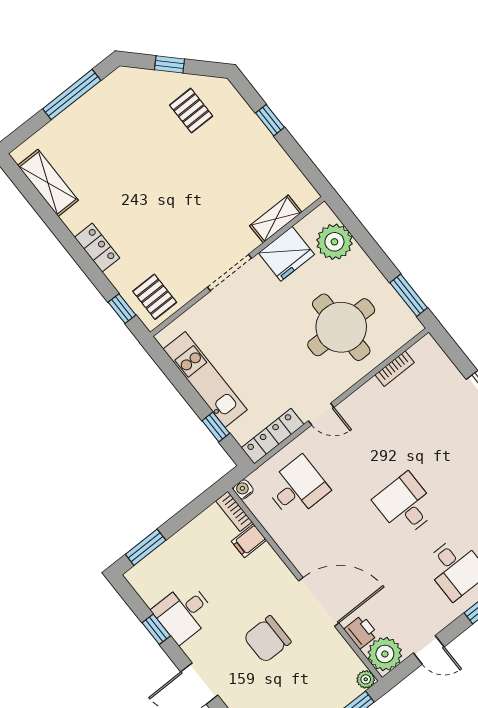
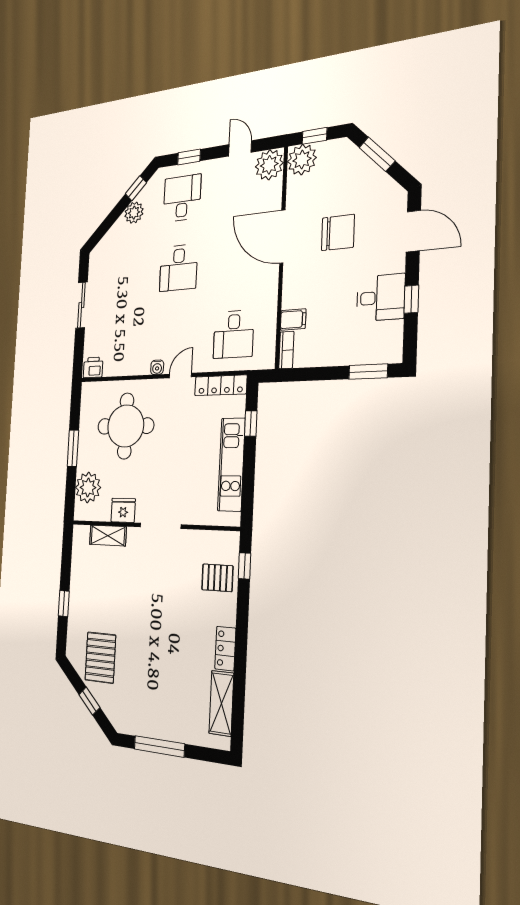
pallet: (191, 111) -> (100, 658), width x1.50, depth x1.42
locker: (97, 248) -> (225, 649), moved
fridge: (286, 254) -> (123, 510), width x0.73, depth x0.75
window: (409, 295) -> (73, 448), moved
pallet: (155, 297) -> (217, 578), moved, turned 90
bookcase: (395, 369) -> (117, 370), removed
door: (321, 414) -> (180, 376), hinge flipped
desk: (297, 488) -> (234, 334), turned -90
water cooler: (243, 489) -> (157, 367), moved
printer: (361, 632) -> (93, 367), moved, turned 90
plant: (366, 679) -> (302, 160), width x1.88, depth x1.88

